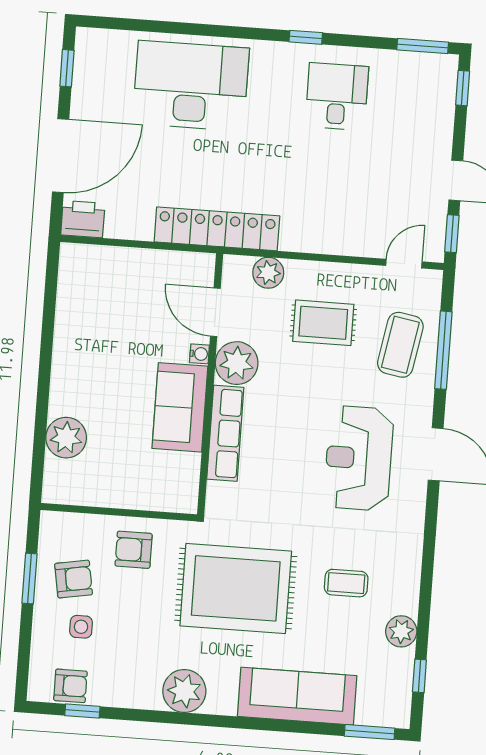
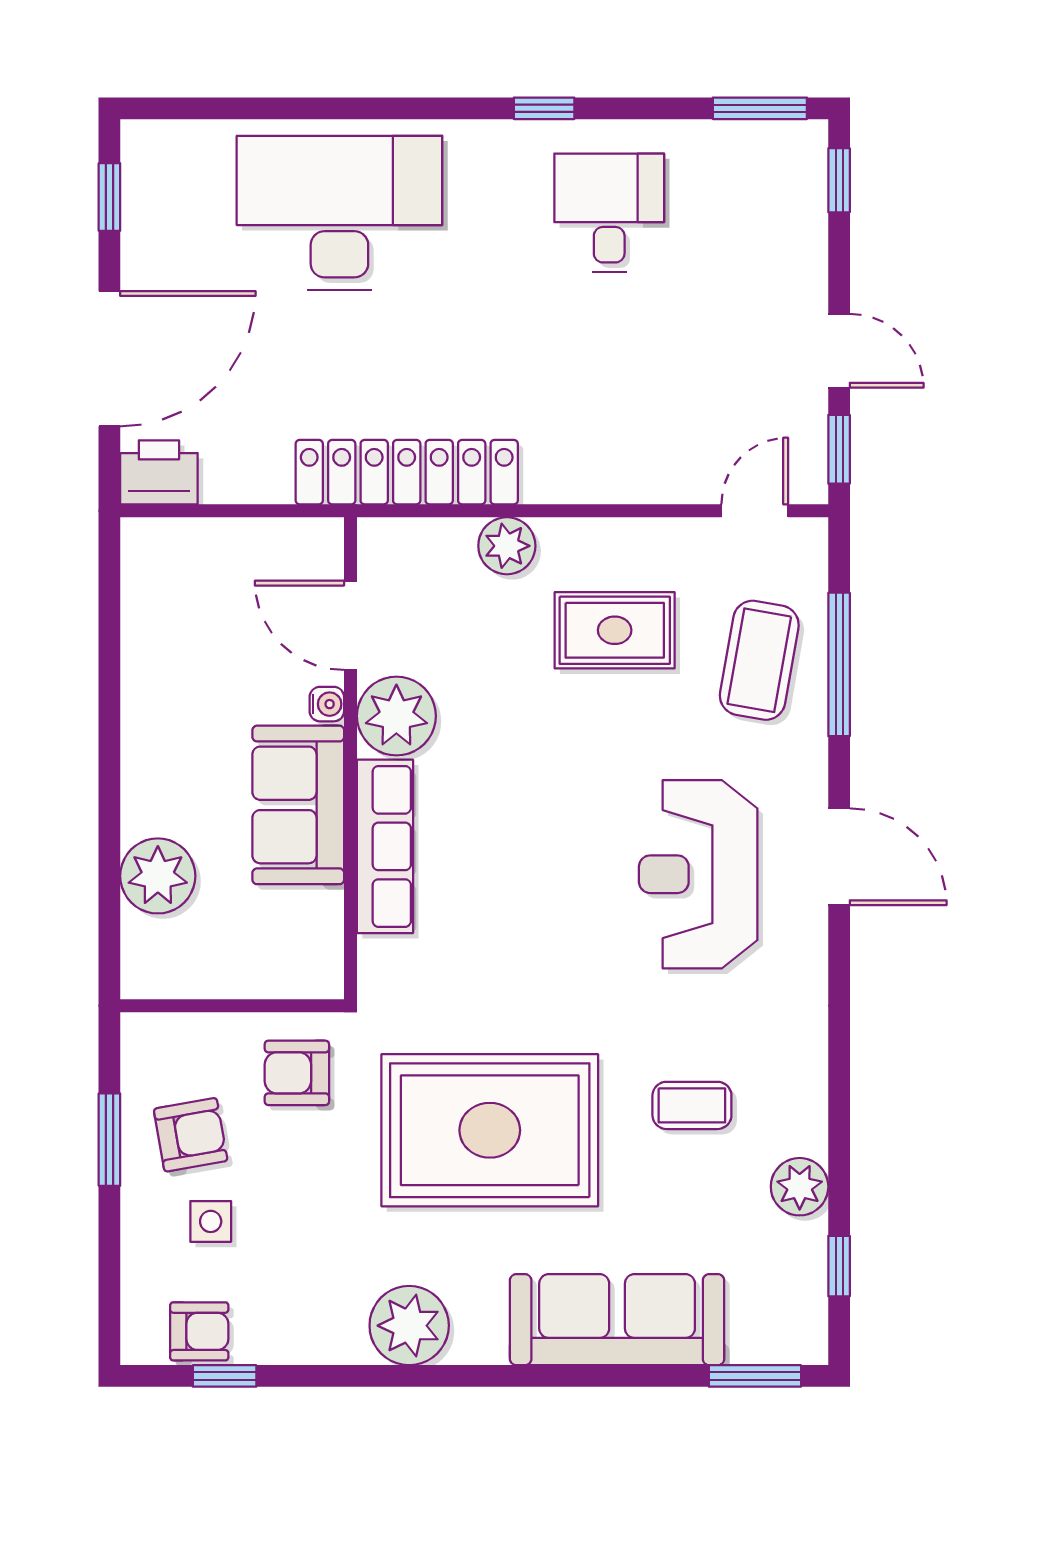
door: (215, 312) -> (351, 625), moved
water cooler: (199, 354) -> (327, 704), moved
plant: (237, 363) -> (396, 716), moved
wall: (210, 384) -> (351, 758), moved
sofa: (180, 407) -> (298, 805), moved
row of seats: (225, 433) -> (385, 846), moved

